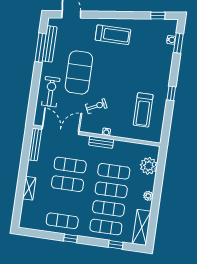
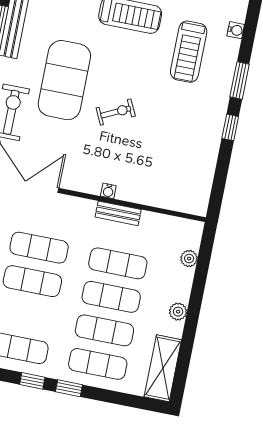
window: (178, 43) -> (240, 80), moved
exercise bike: (96, 106) -> (116, 112), moved
treadmill: (143, 110) -> (189, 52), moved
bench: (101, 142) -> (118, 213), moved
plant: (149, 166) -> (189, 259), width x0.53, depth x0.53
window: (116, 245) -> (69, 388), moved

